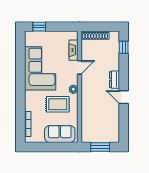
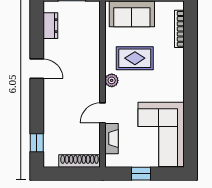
window: (39, 27) -> (141, 174), moved
corner sofa: (40, 68) -> (161, 134), moved
dresser: (115, 80) -> (50, 26), moved

